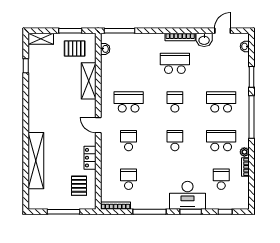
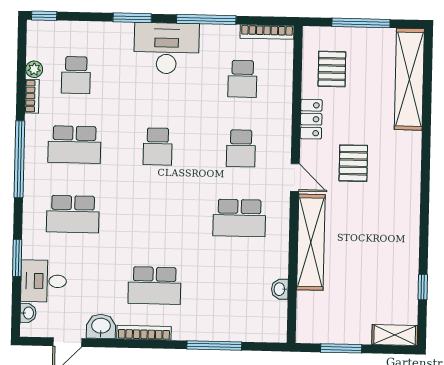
window: (120, 31) -> (214, 345), moved
pallet: (75, 49) -> (353, 163), moved, turned 90
washbasin: (105, 49) -> (280, 289), moved
desk: (237, 64) -> (44, 281), added
shelving: (89, 81) -> (311, 242), width x1.47
school desk: (175, 102) -> (156, 216), removed
window: (252, 117) -> (19, 159), moved
plant: (244, 152) -> (34, 69), moved
shelving: (36, 161) -> (409, 79), moved
desk: (188, 195) -> (167, 48), moved
window: (225, 212) -> (44, 16), moved

